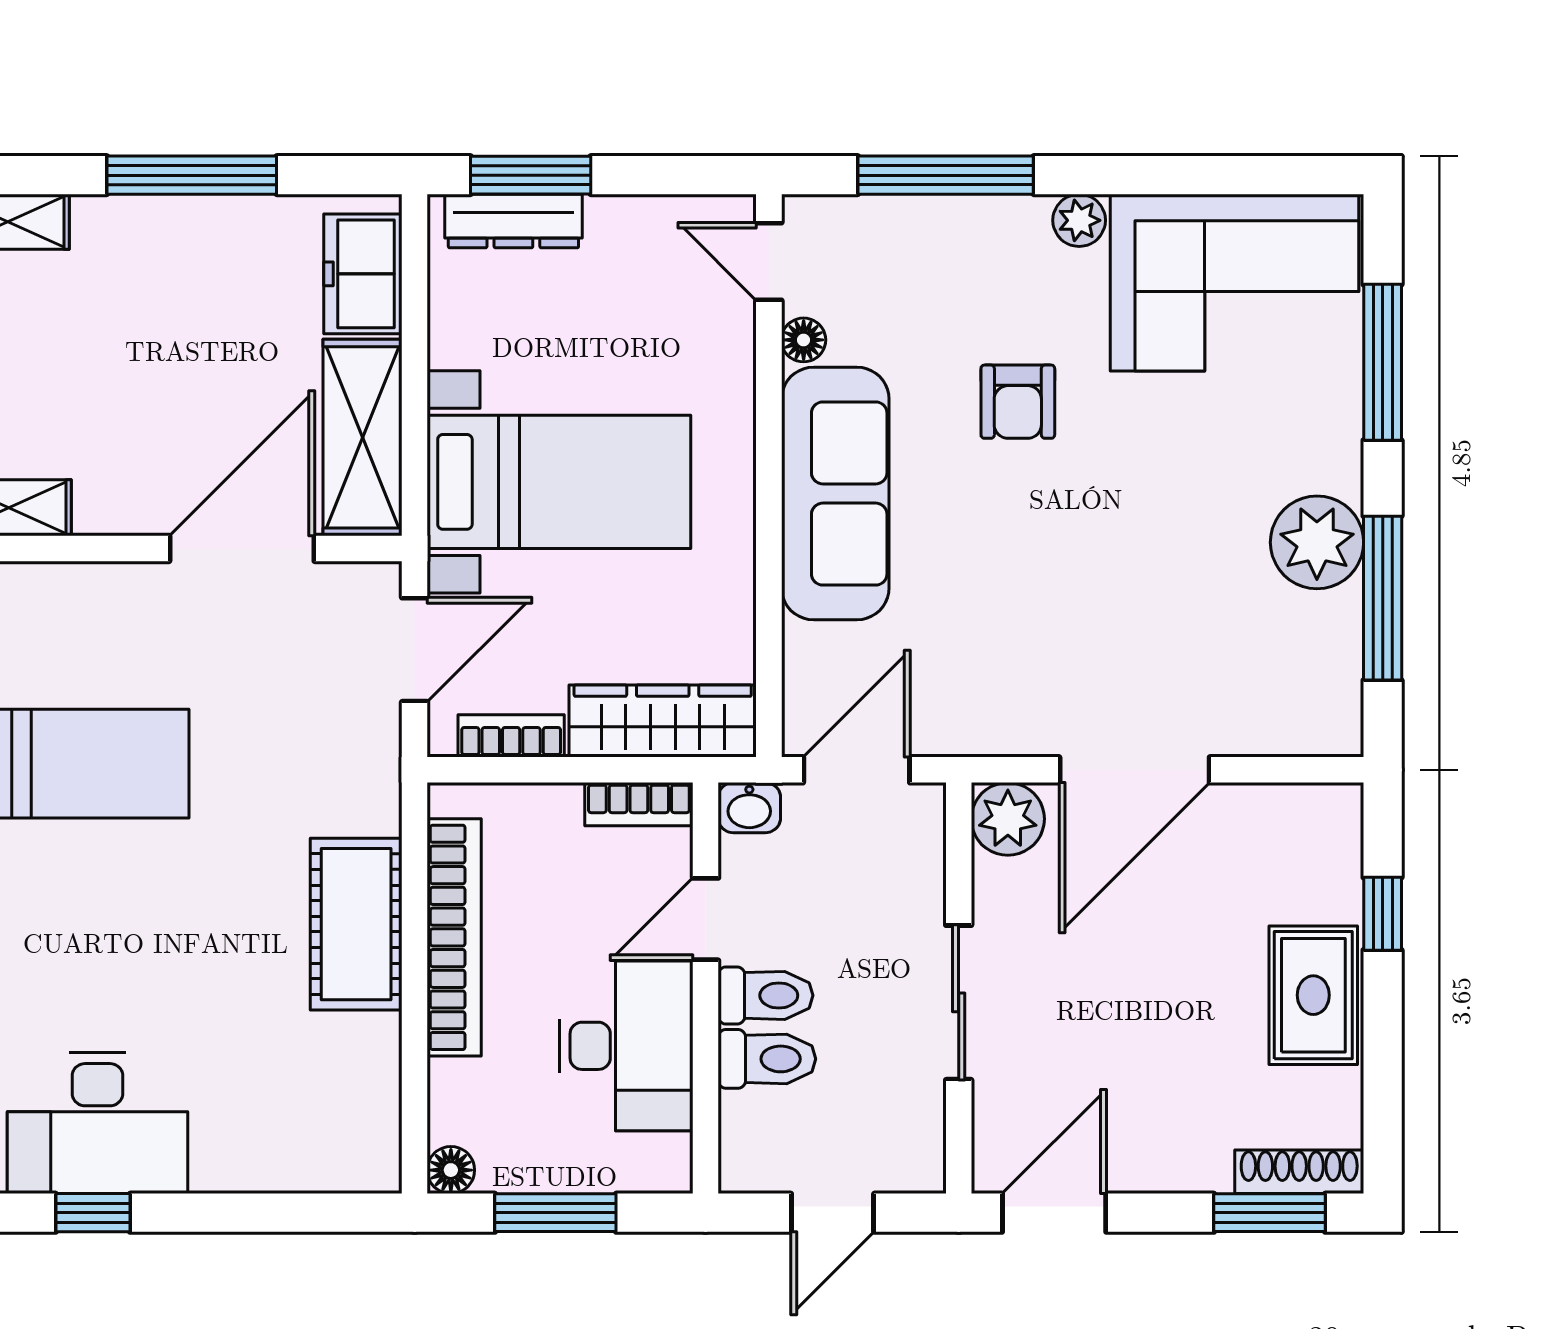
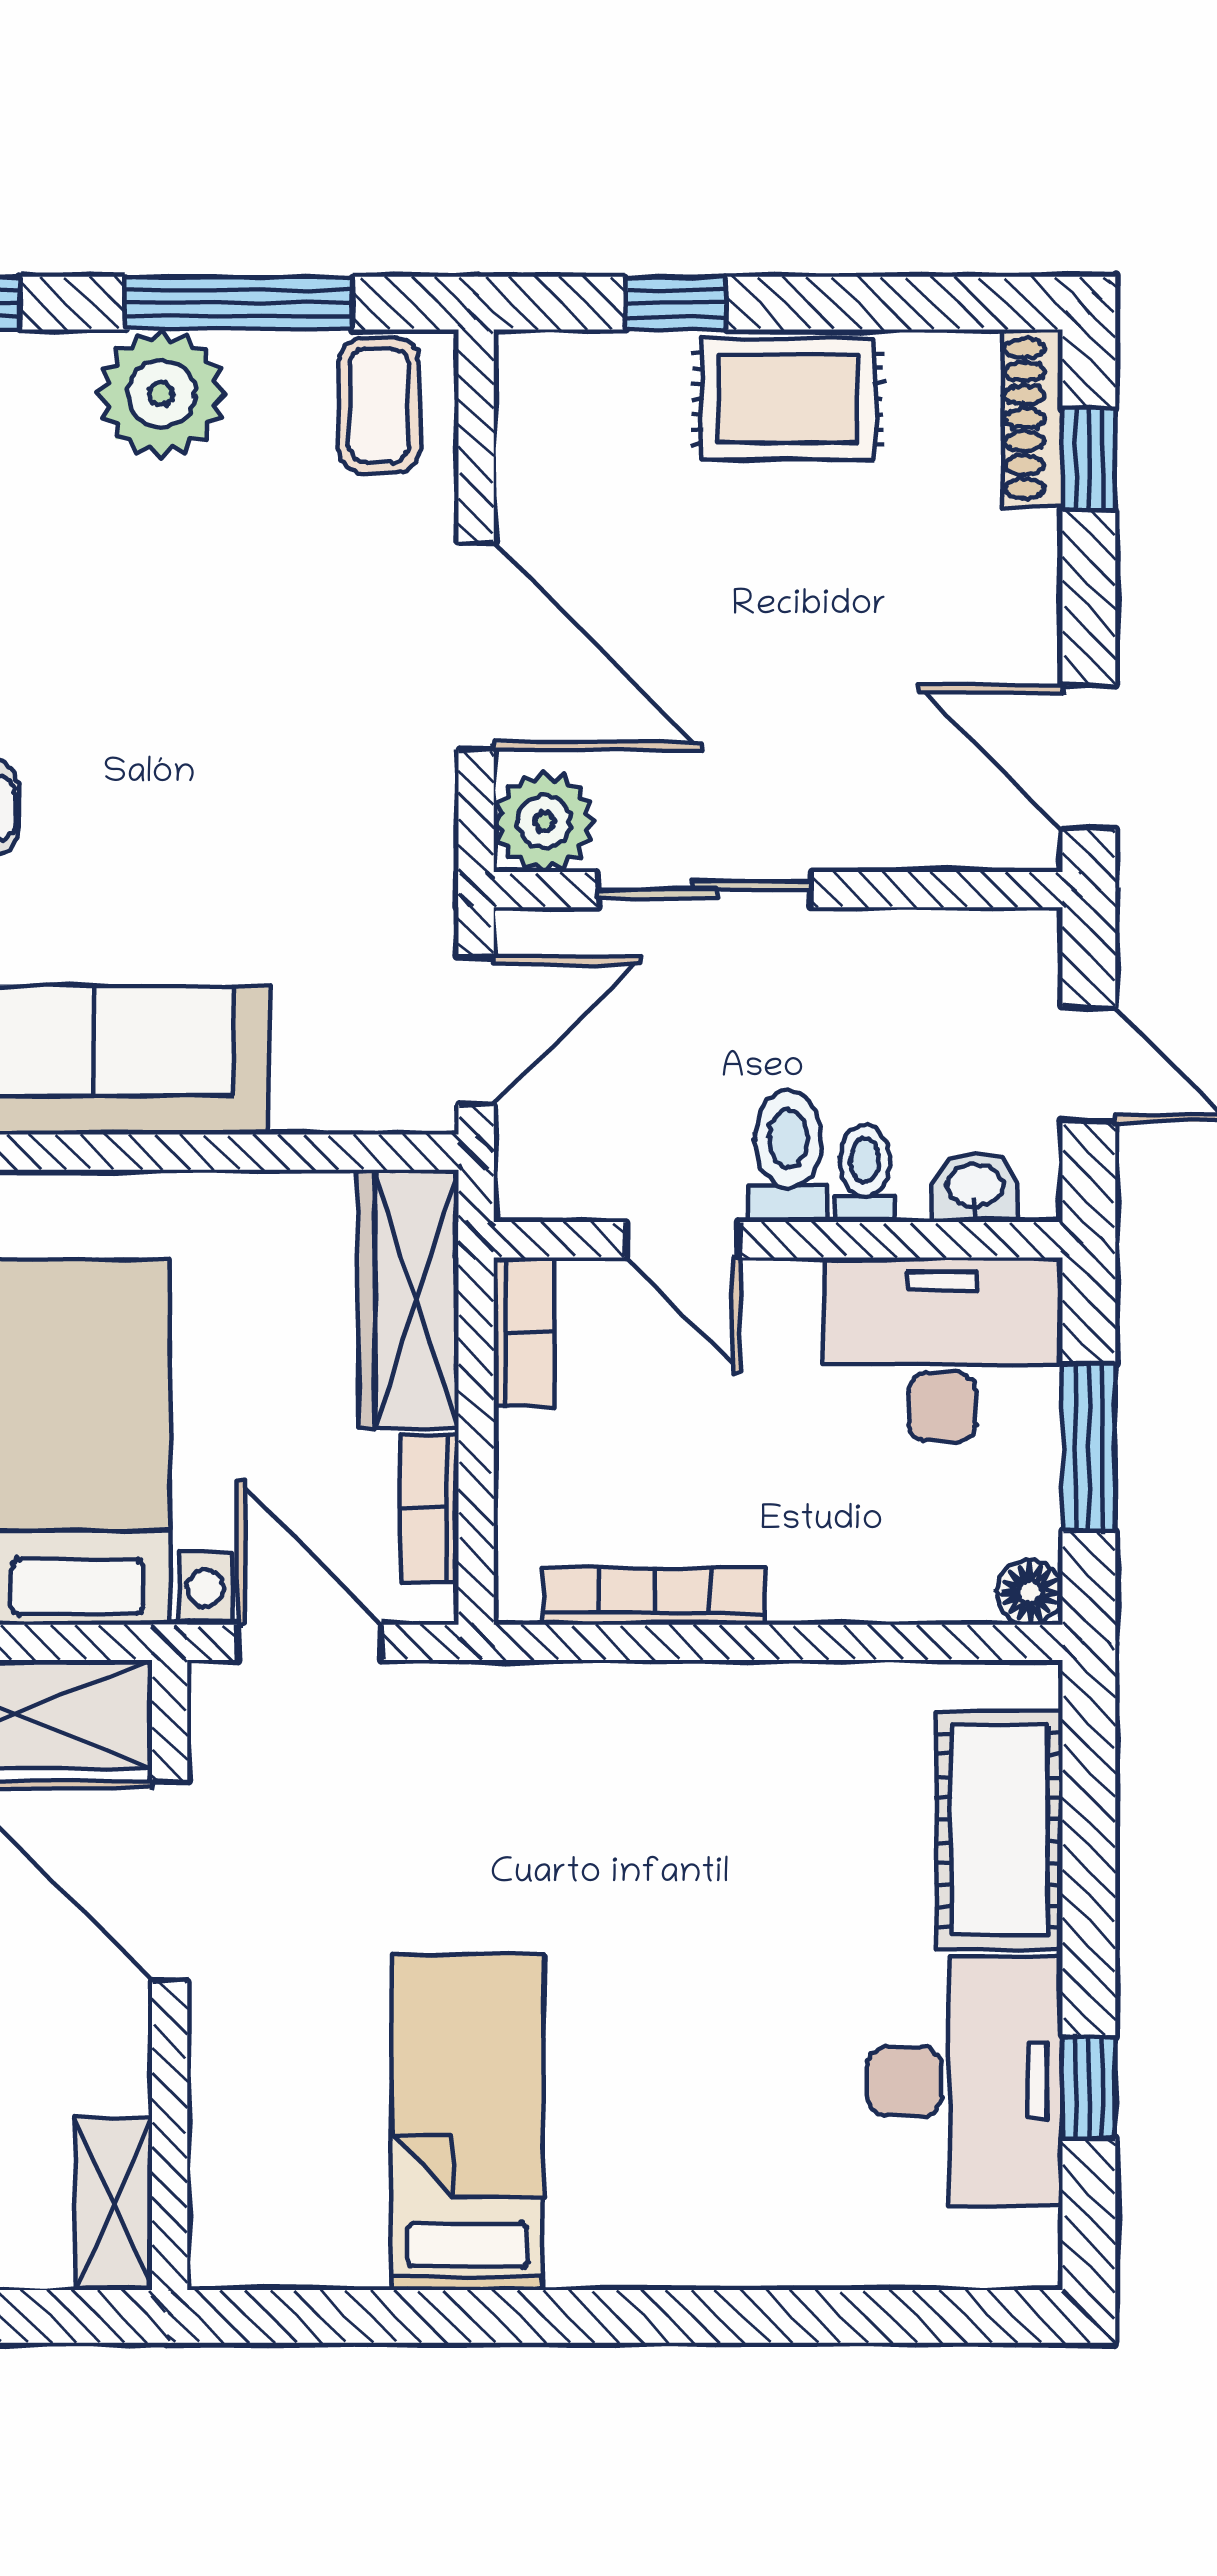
coffee table: (1309, 700) -> (379, 405), added
door: (857, 770) -> (476, 1031), swing flipped
washbasin: (749, 808) -> (975, 1187), moved, turned -90
cot: (356, 924) -> (999, 1830), moved, turned 90
bookcase: (454, 937) -> (655, 1596), width x0.68, depth x0.76
sliding door: (959, 1002) -> (704, 890), moved
desk: (626, 1046) -> (942, 1350), moved
toilet: (767, 1059) -> (865, 1174), width x0.73, depth x0.72
window: (1269, 1213) -> (1089, 460), width x0.67

